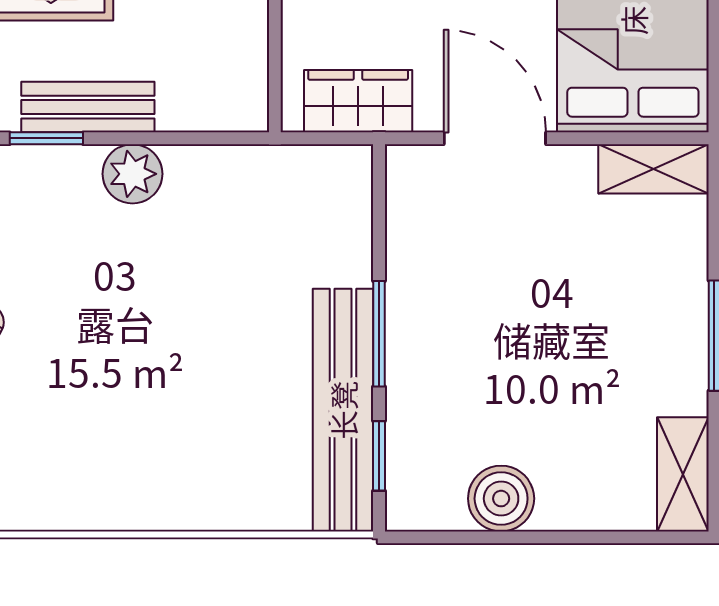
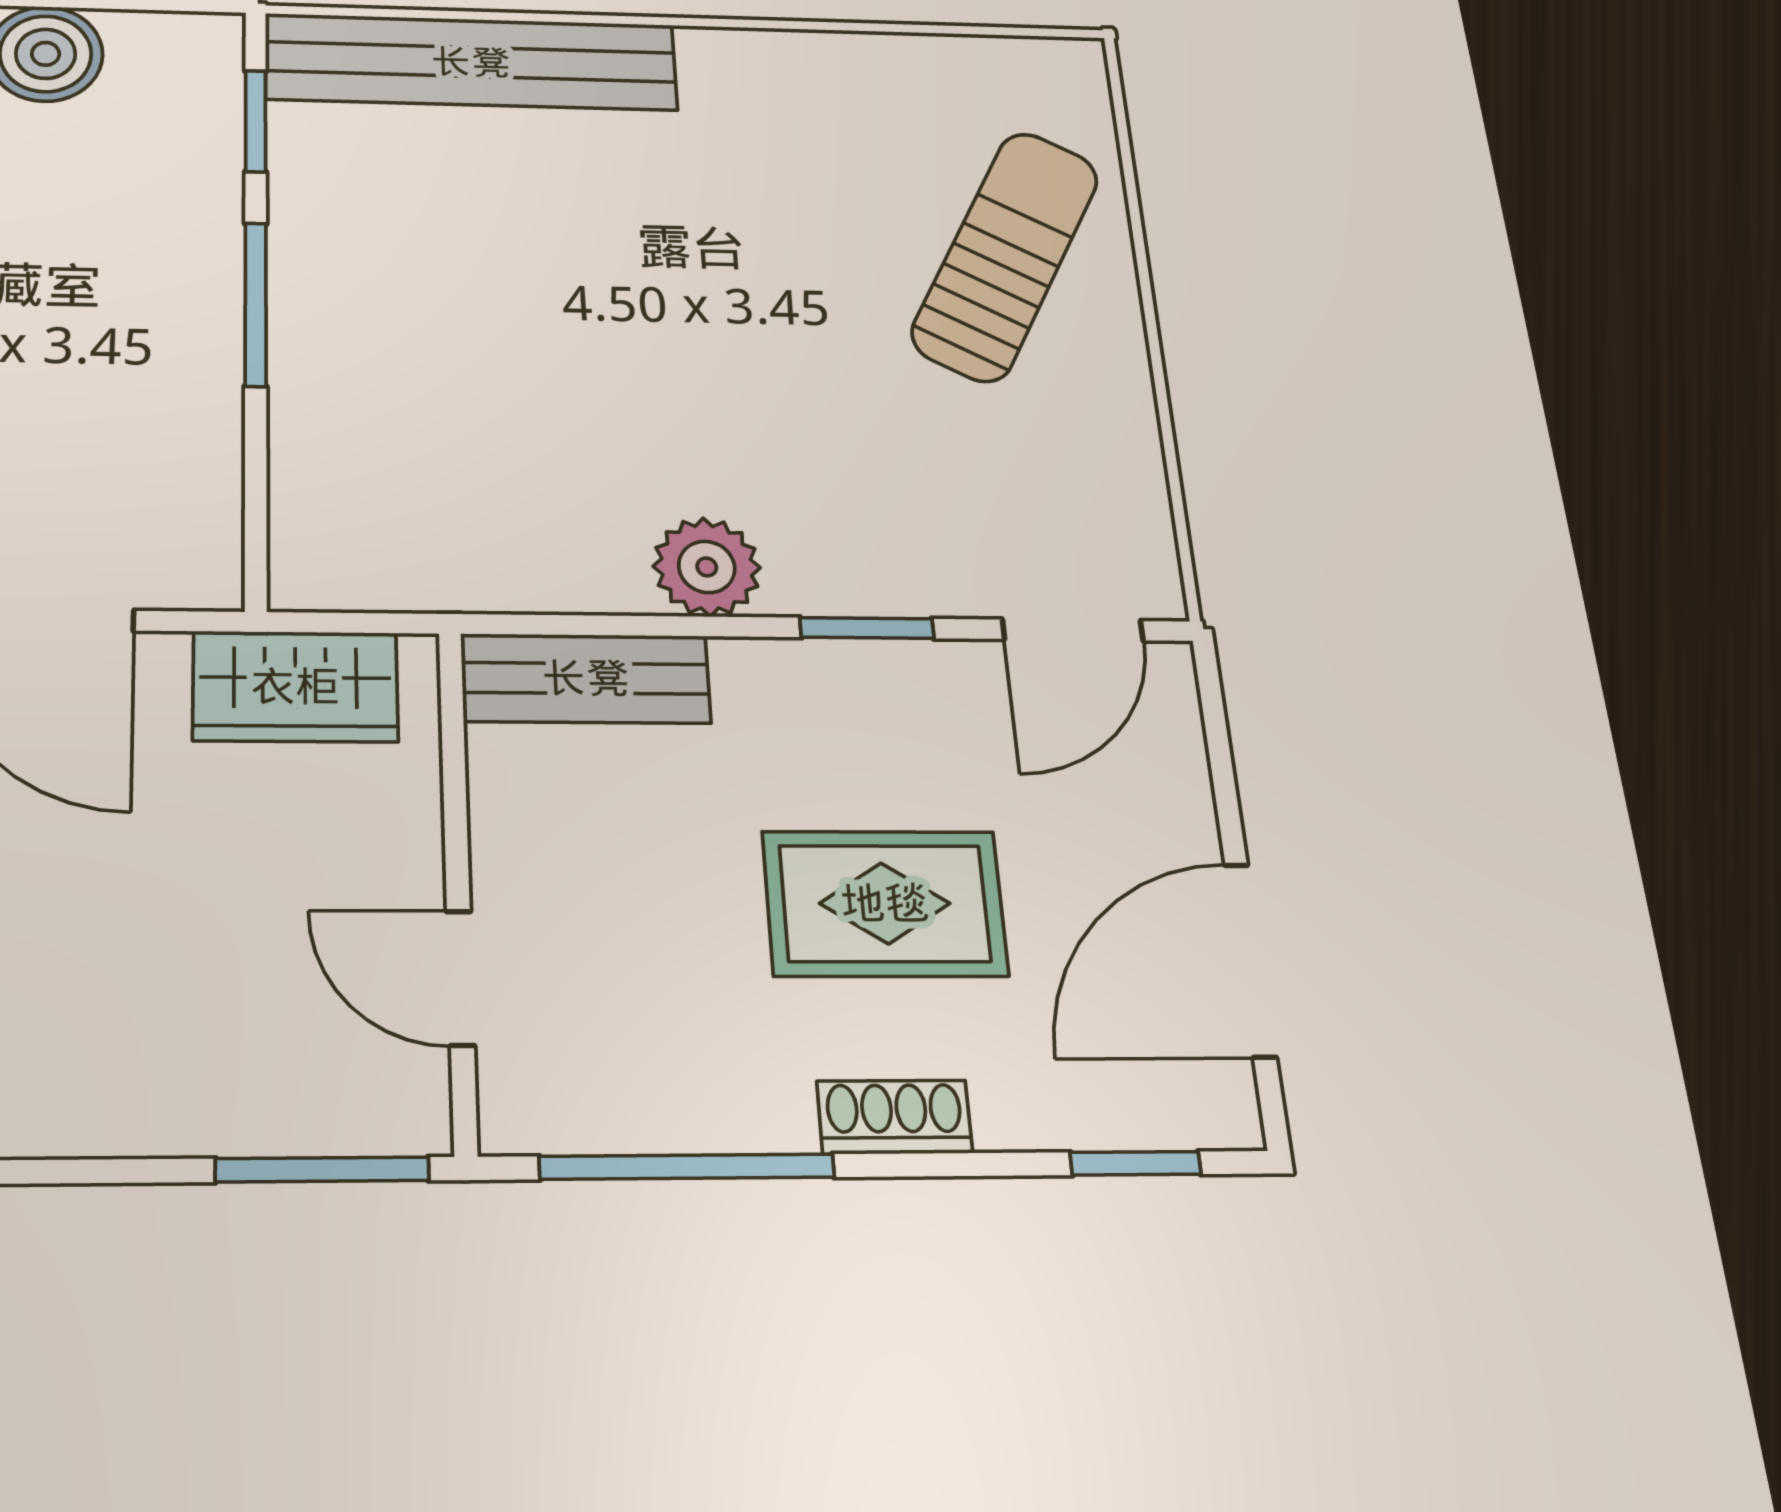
bench: (88, 107) -> (586, 678), moved
bench: (343, 410) -> (471, 62), moved, turned 90

